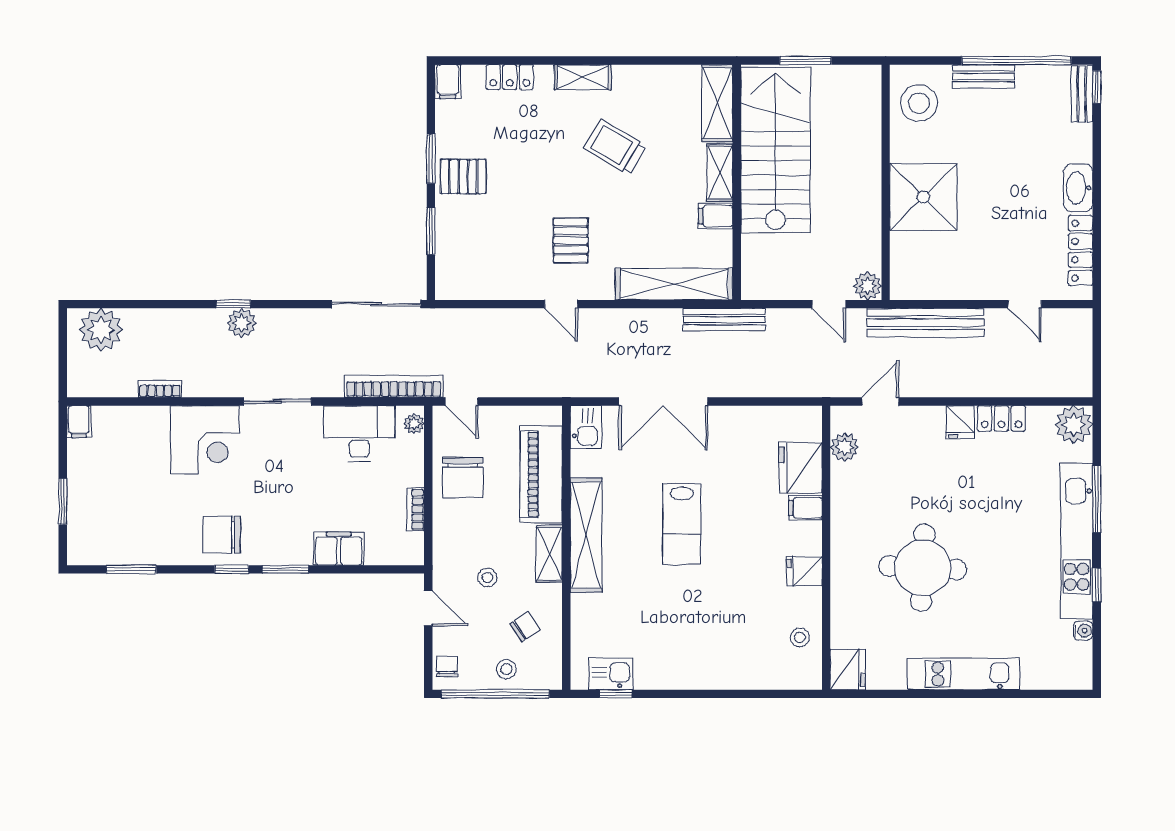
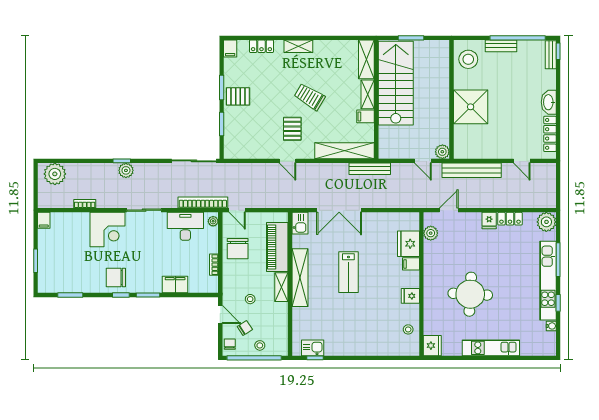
trolley: (615, 147) -> (310, 97), moved
chair: (525, 627) -> (245, 328), moved

